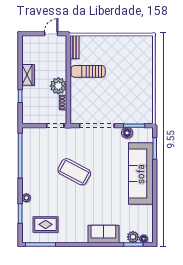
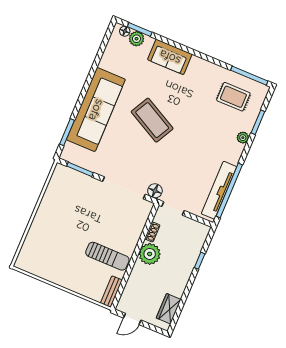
wardrobe: (28, 75) -> (169, 309), moved
floor lamp: (127, 133) -> (155, 191), moved
tv unit: (28, 153) -> (219, 190), added
coffee table: (74, 172) -> (152, 120), moved

